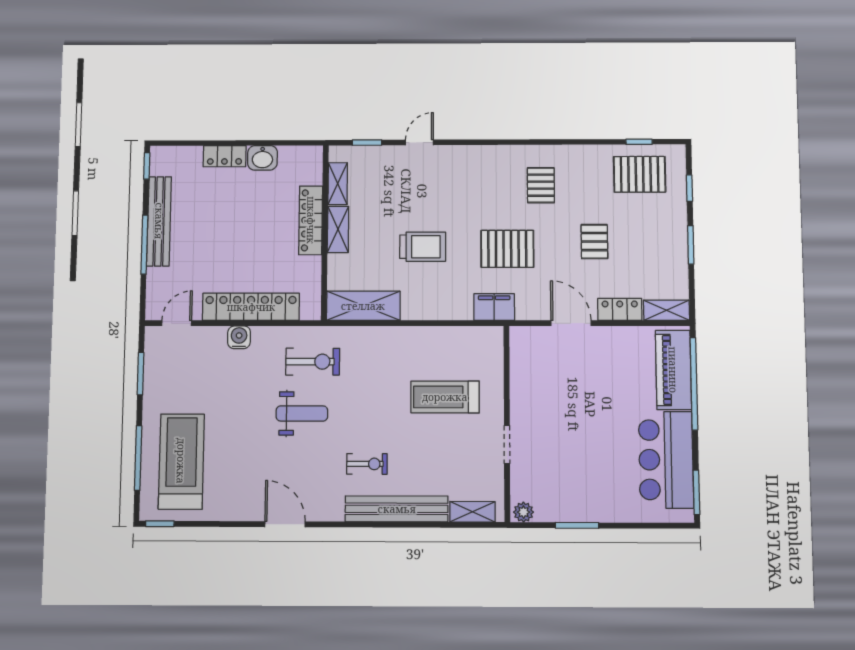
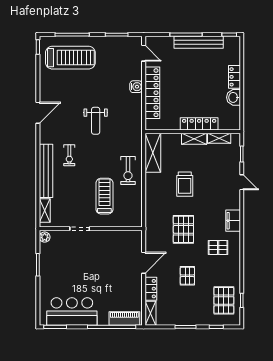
pallet: (594, 242) -> (187, 276), turned 90
filing cabinet: (494, 307) -> (233, 221), moved, turned 180
exercise bike: (313, 362) -> (128, 170), moved
piano: (673, 370) -> (124, 319), width x0.73, depth x0.75

